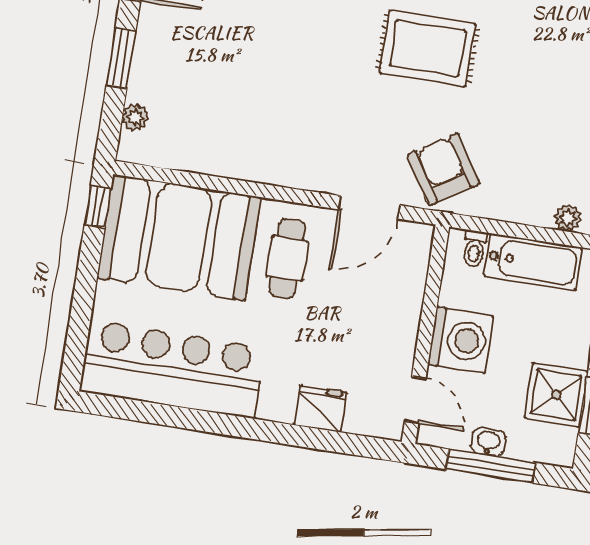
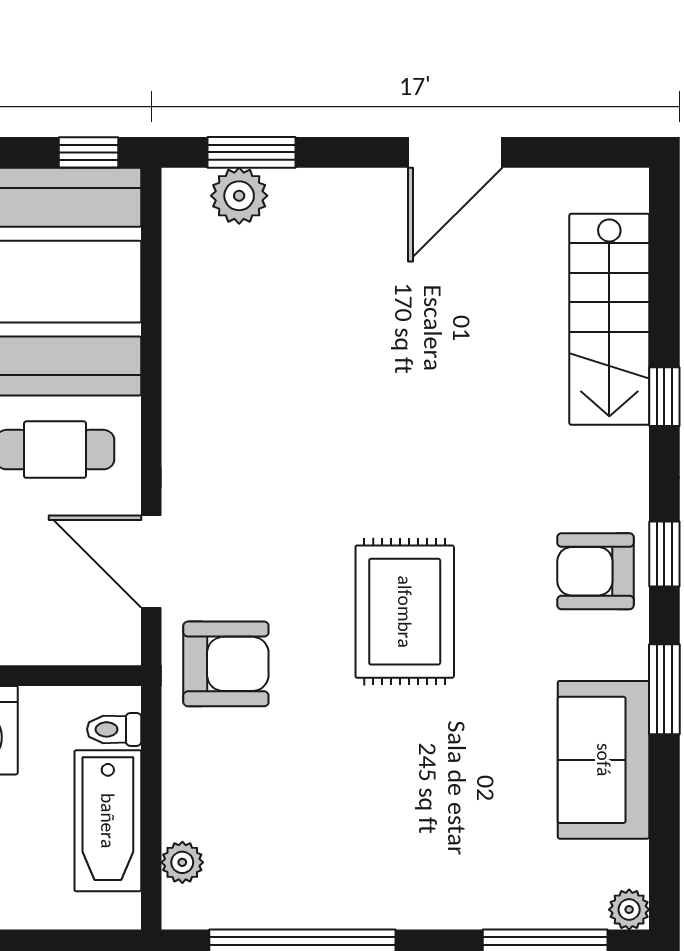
window: (121, 58) -> (252, 152), moved
plant: (135, 117) -> (239, 196), width x1.38, depth x1.38
armchair: (443, 169) -> (226, 664), turned 32

